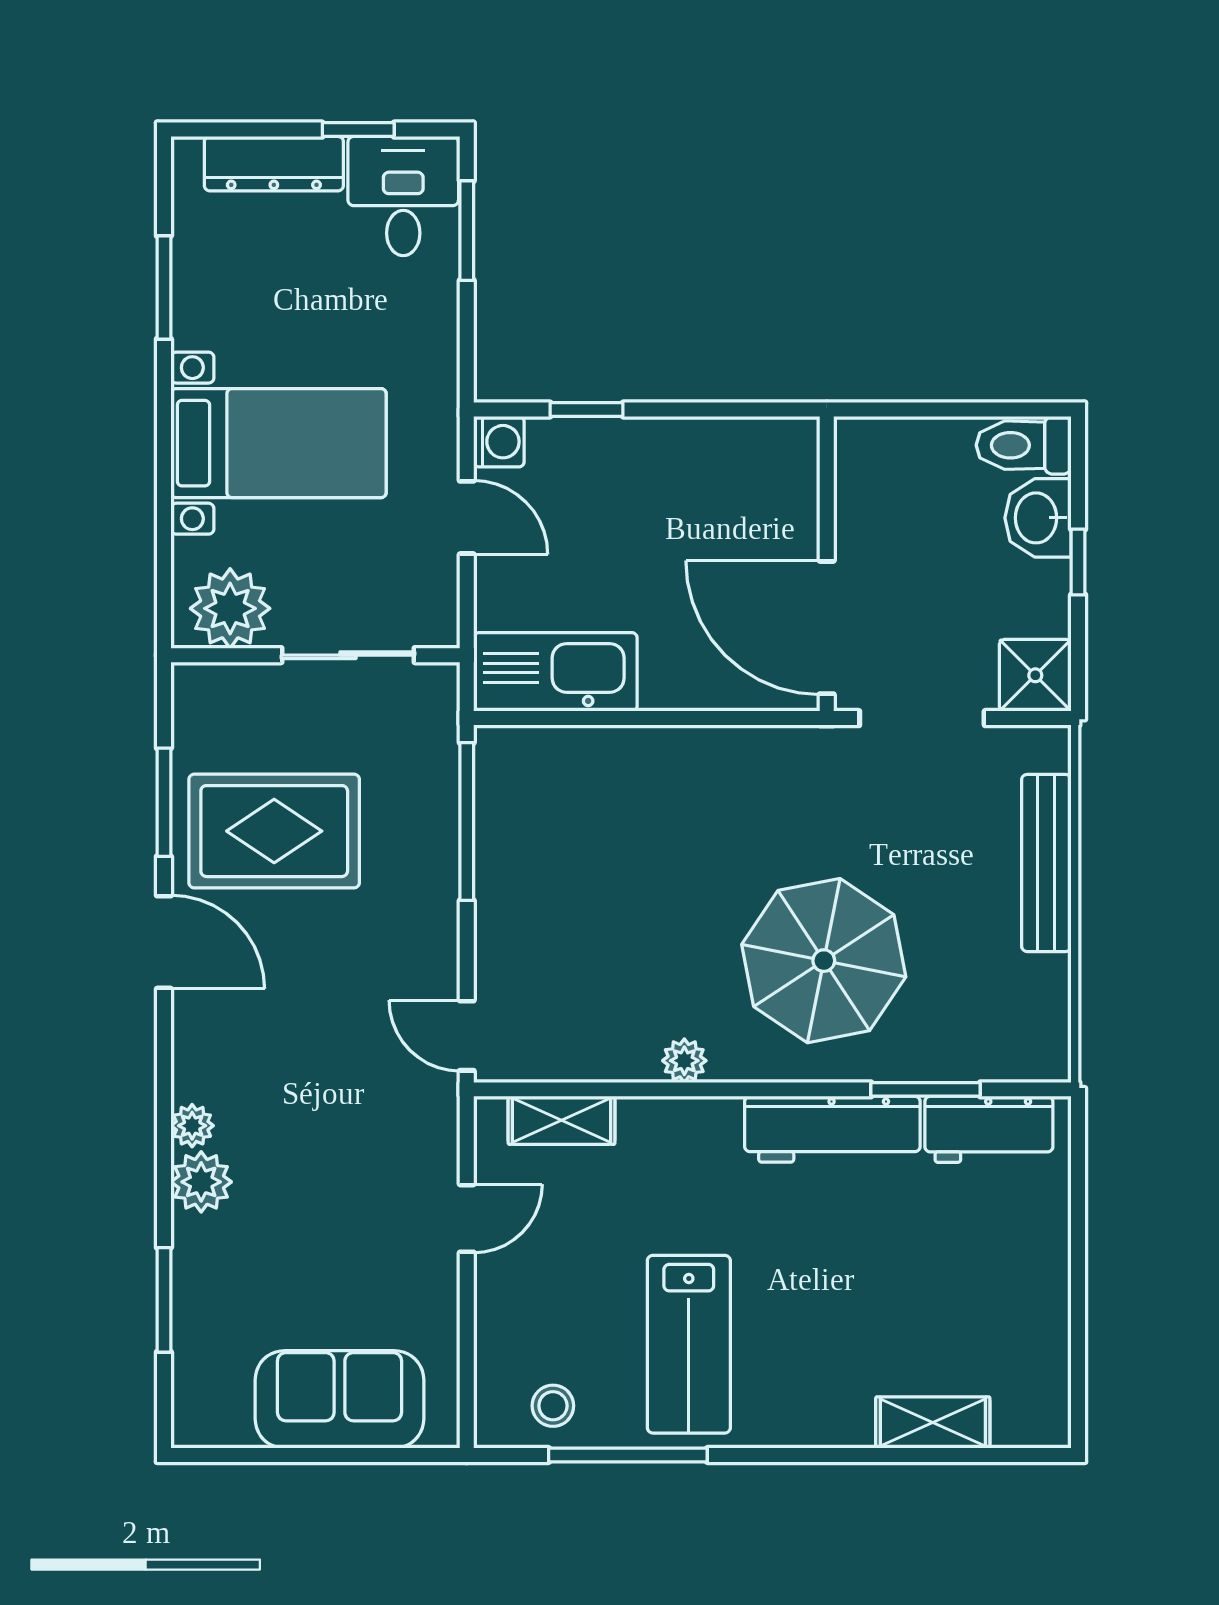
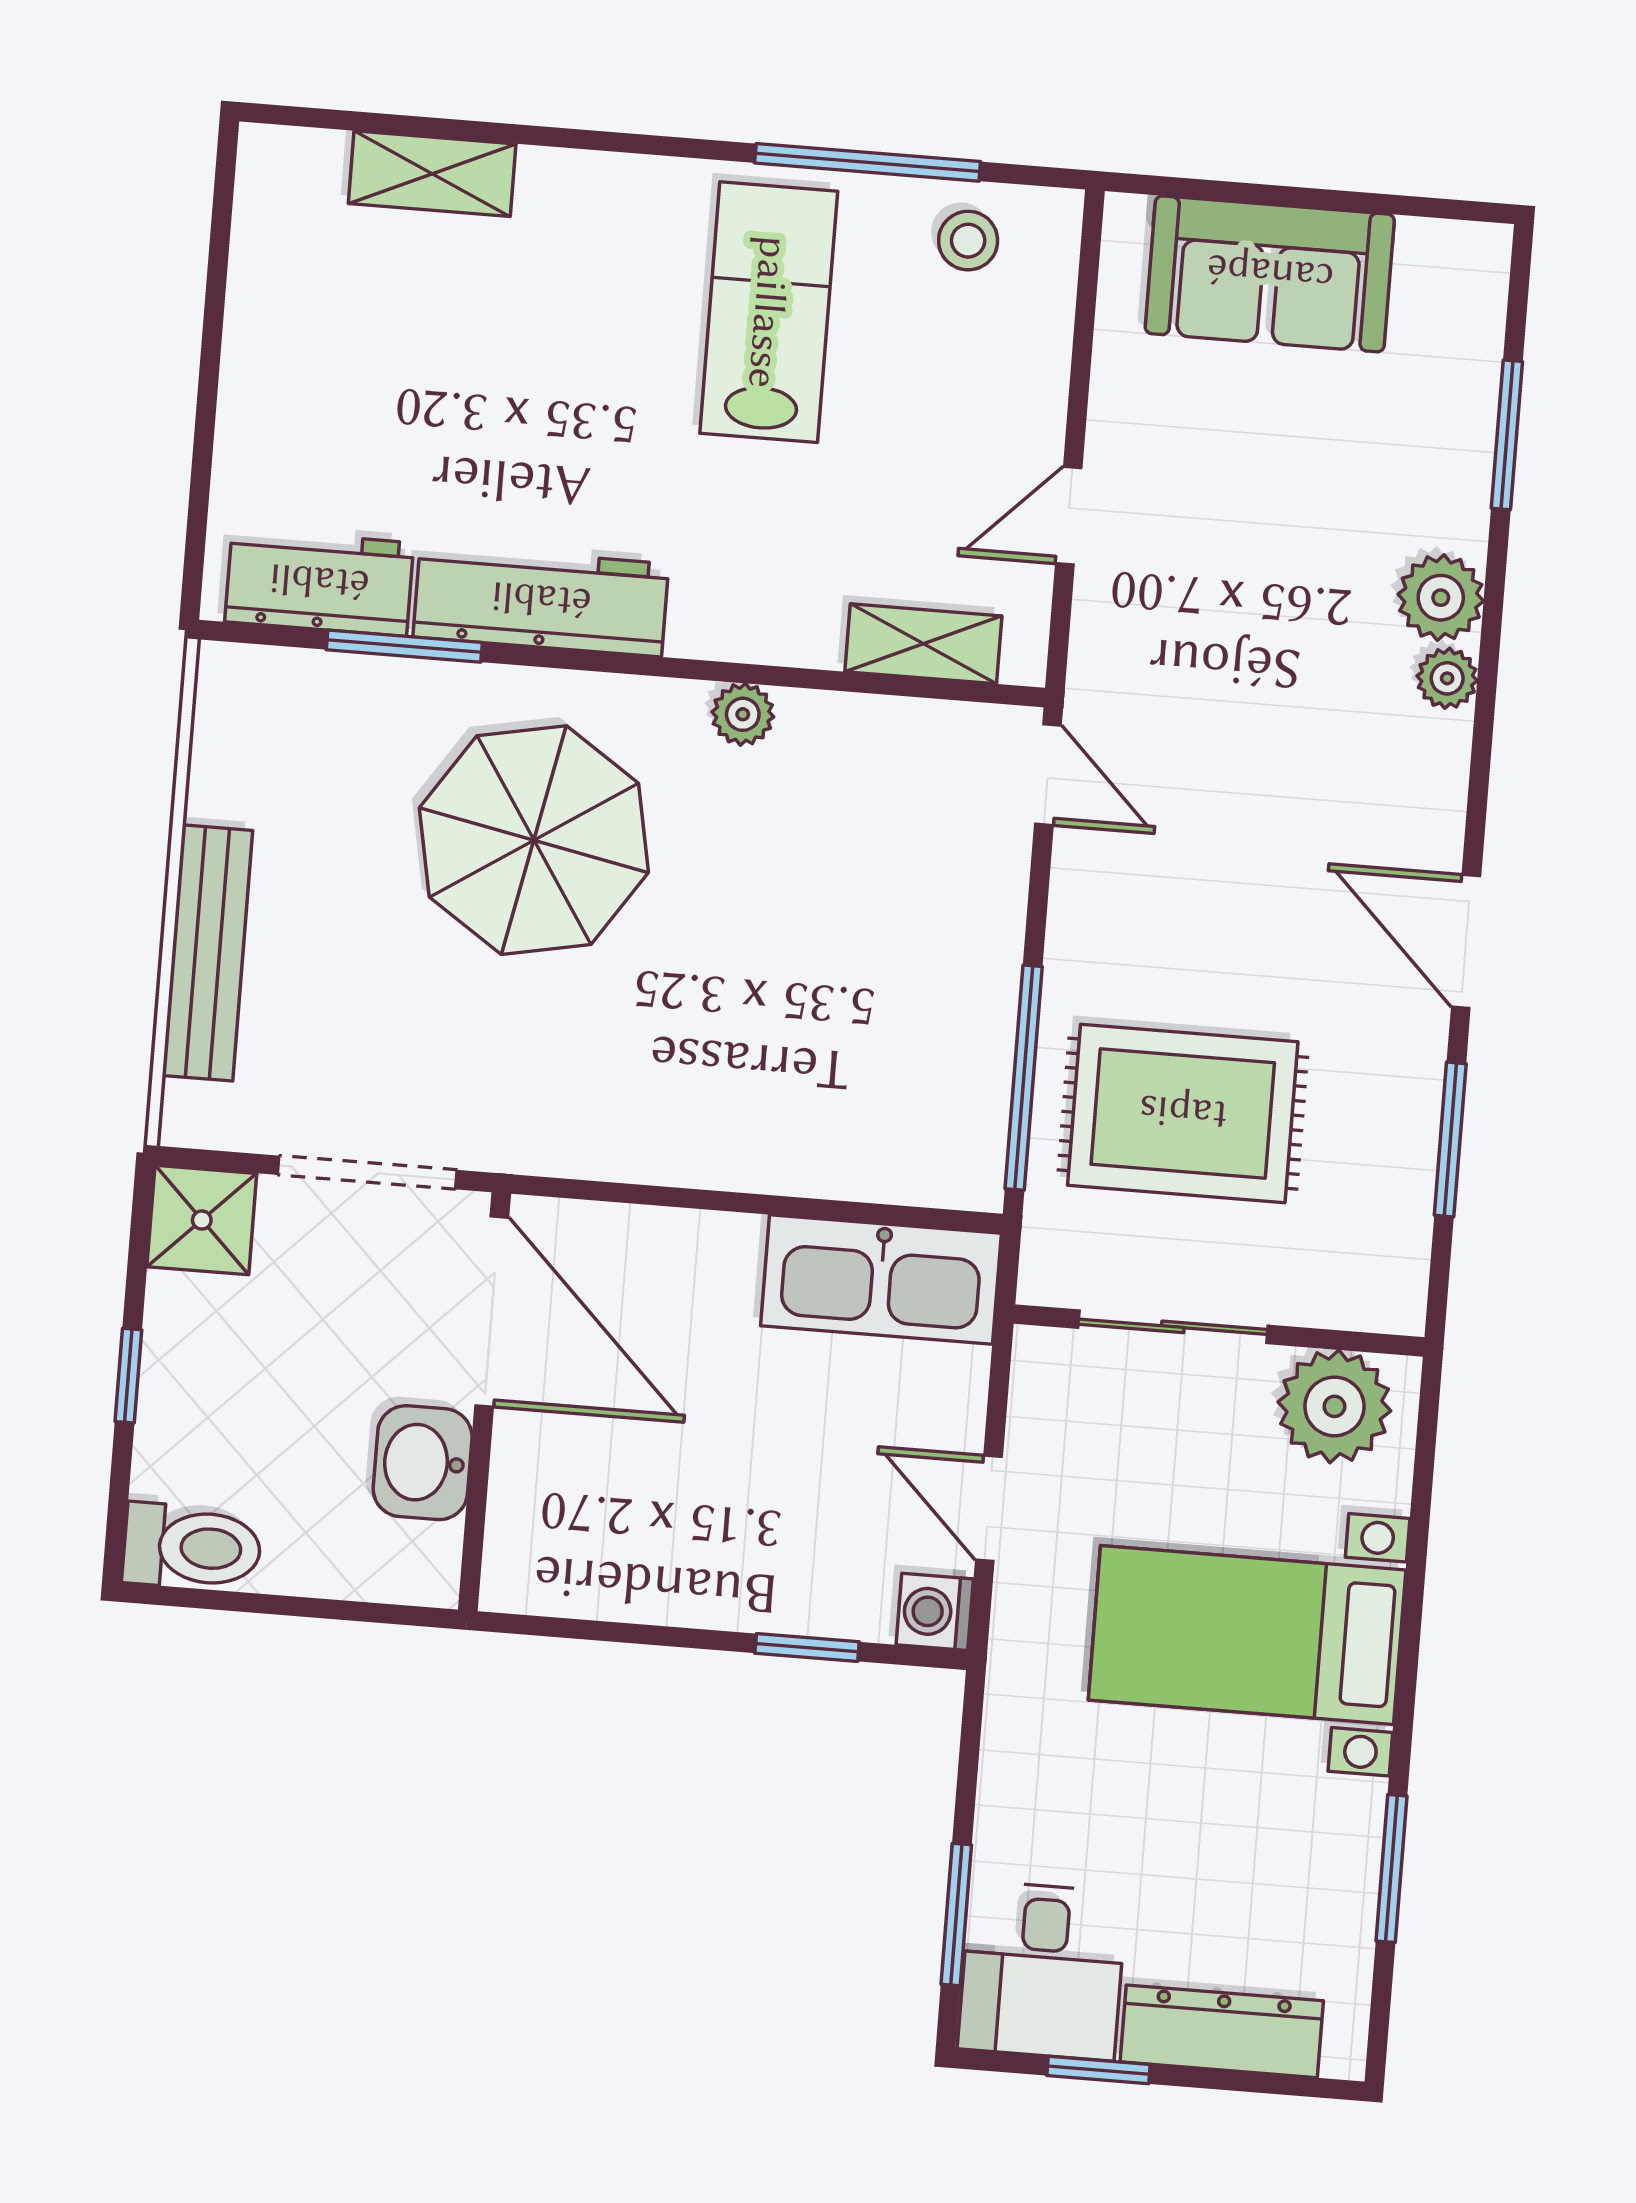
washbasin: (1038, 518) -> (423, 1463), moved, turned 180
rug: (274, 831) -> (1183, 1113), moved

